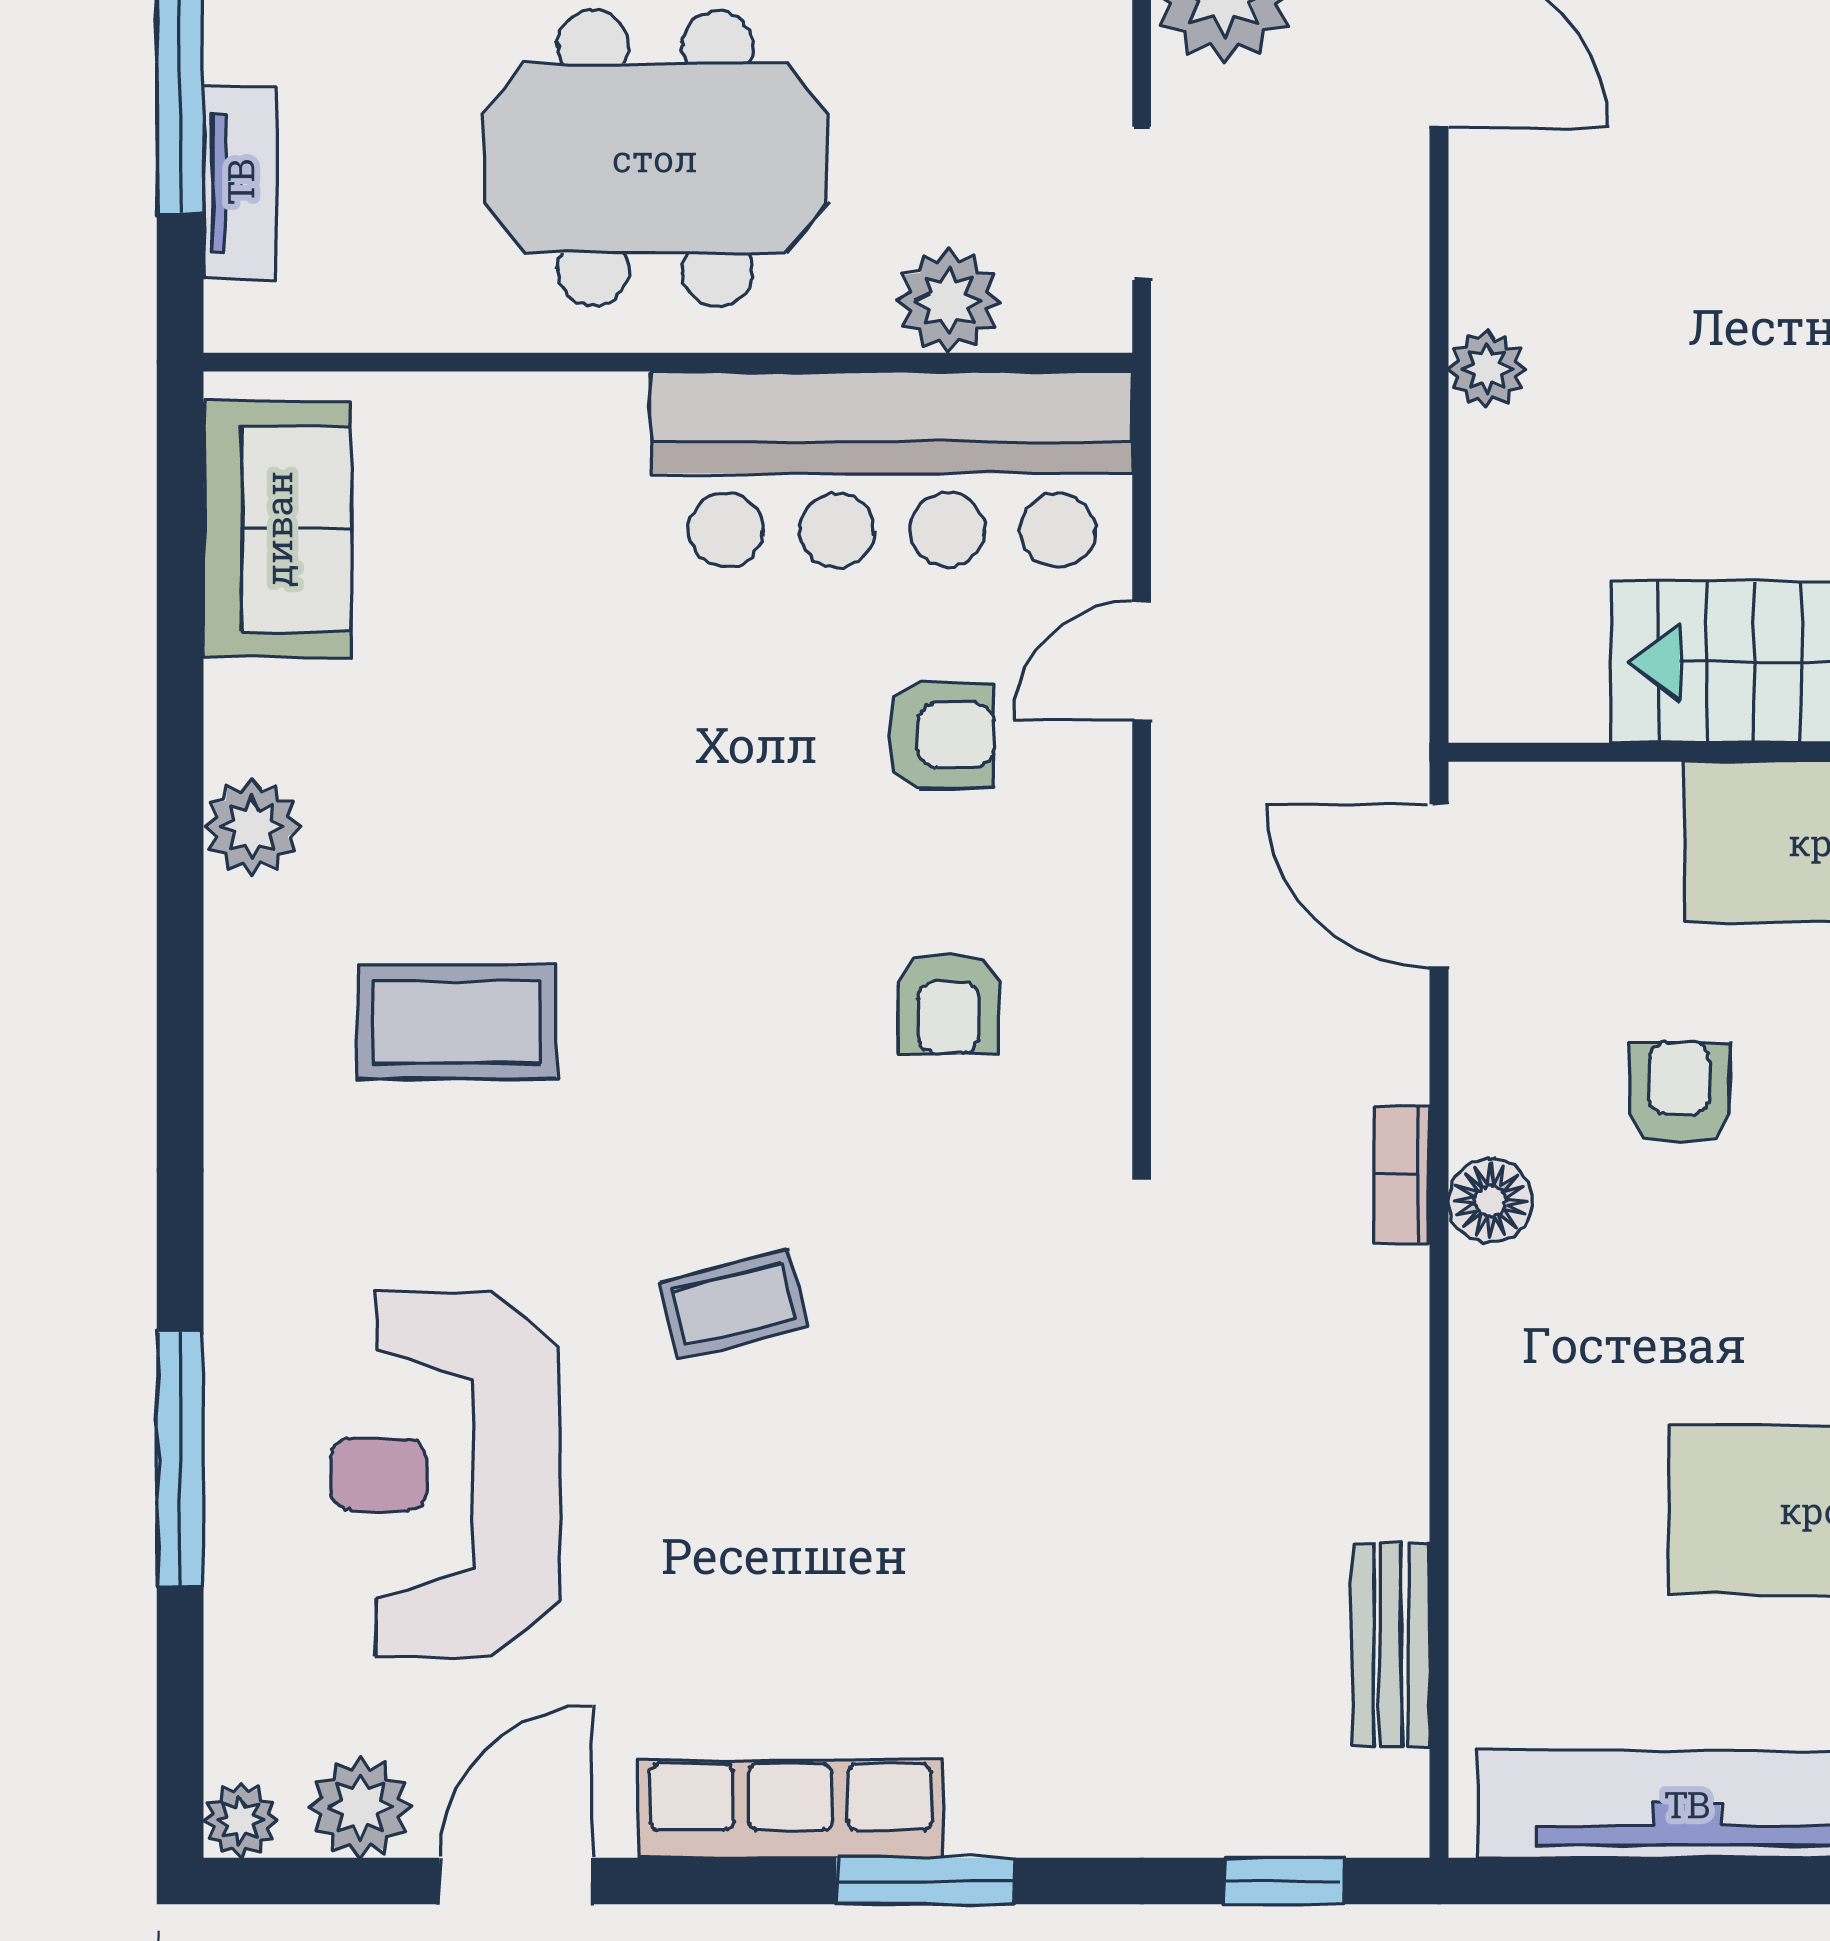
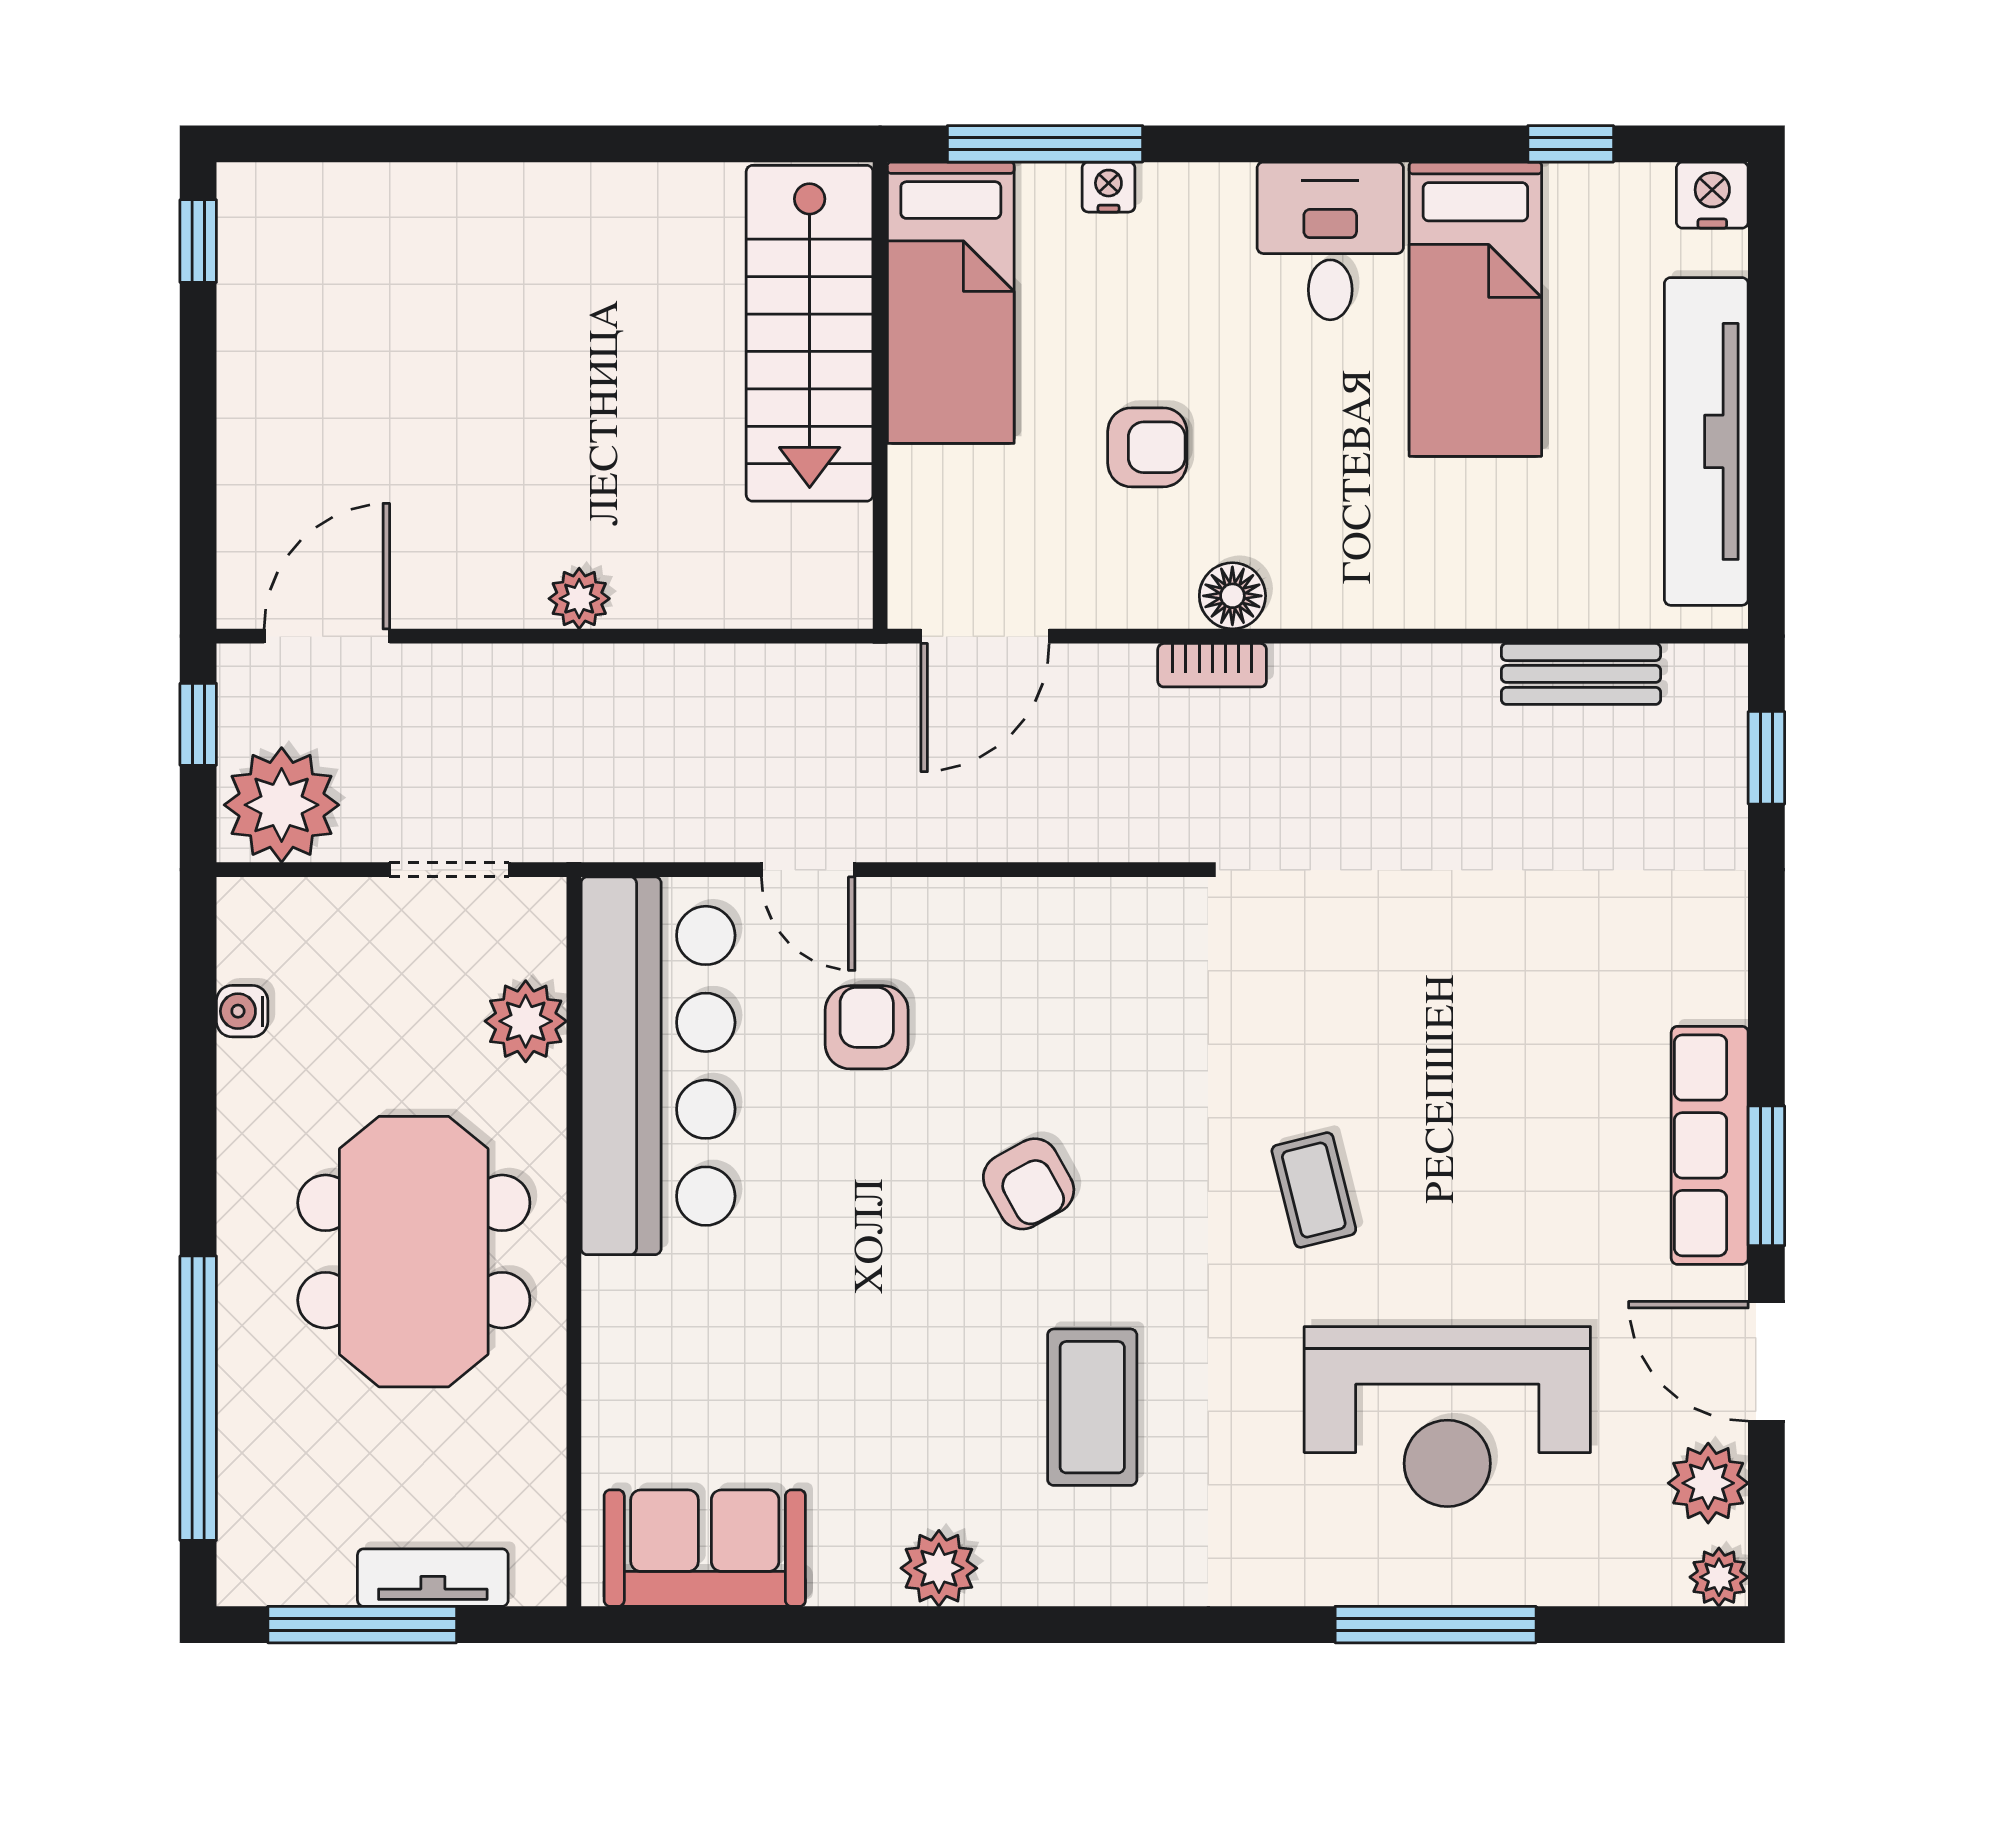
armchair: (949, 1003) -> (1029, 1184), moved, turned 61
armchair: (1680, 1092) -> (1147, 447), turned 180
window: (925, 1881) -> (1766, 1176), moved

